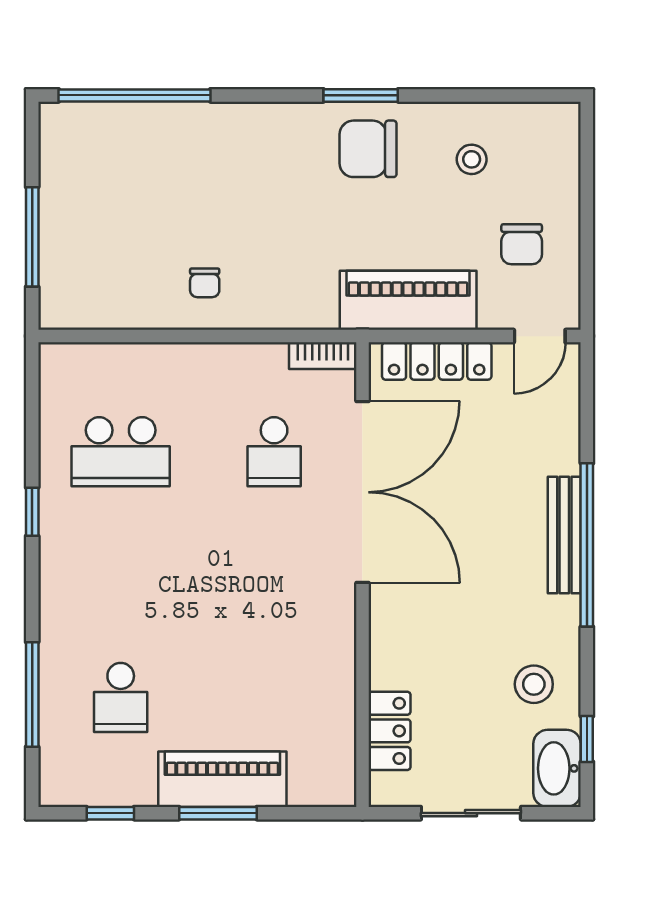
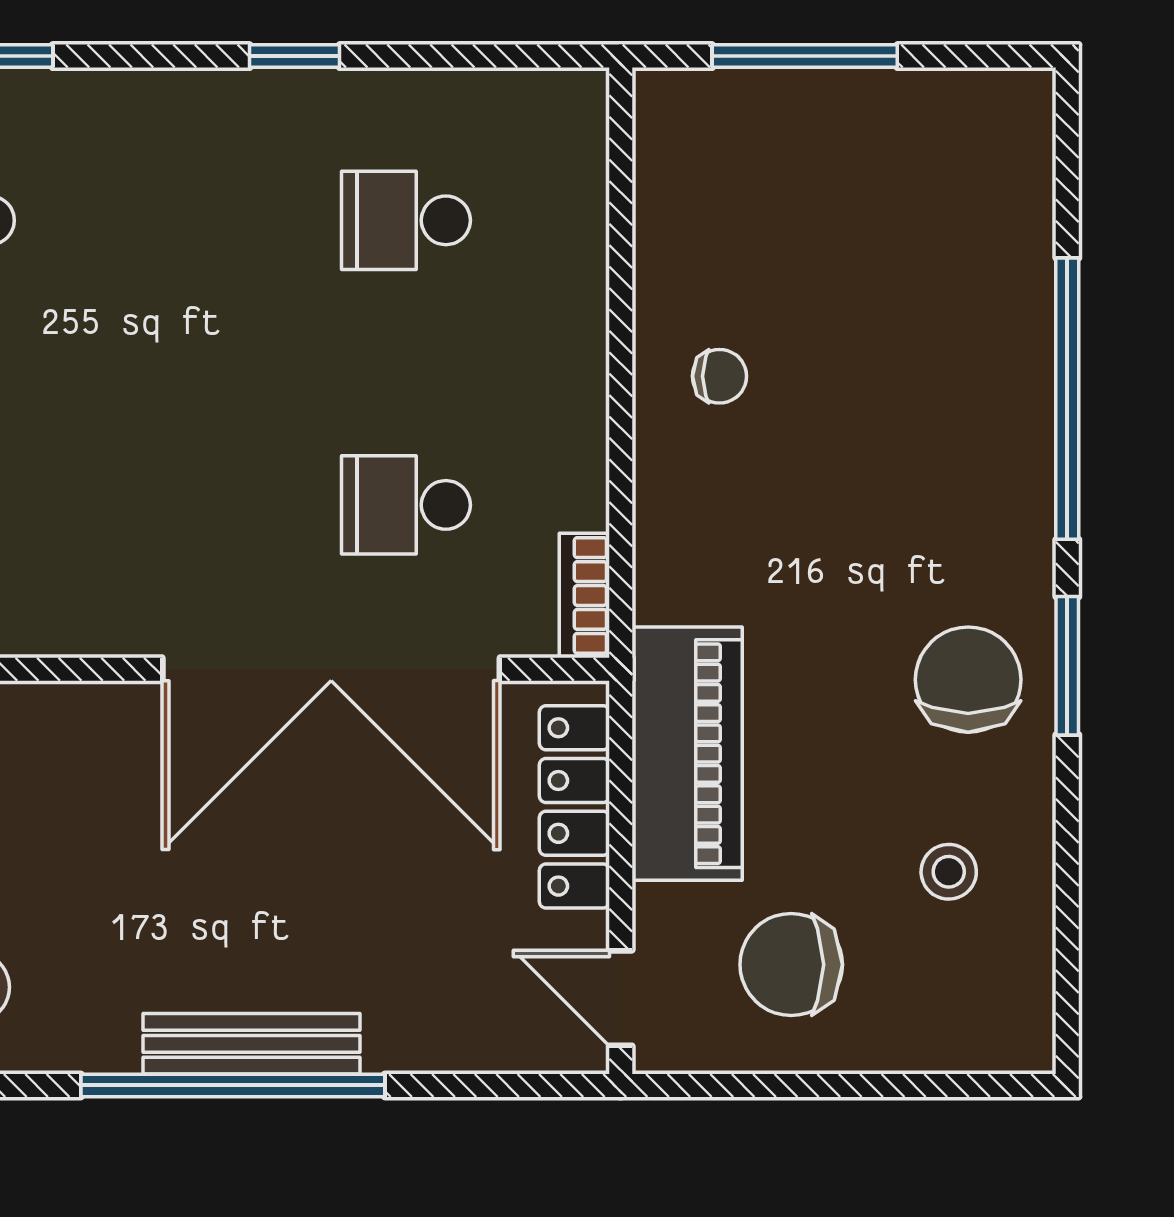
window: (135, 95) -> (1067, 399), moved
chair: (522, 244) -> (791, 965), width x1.37, depth x1.37
chair: (205, 283) -> (720, 376), turned 180
school desk: (121, 452) -> (406, 220), width x0.54

